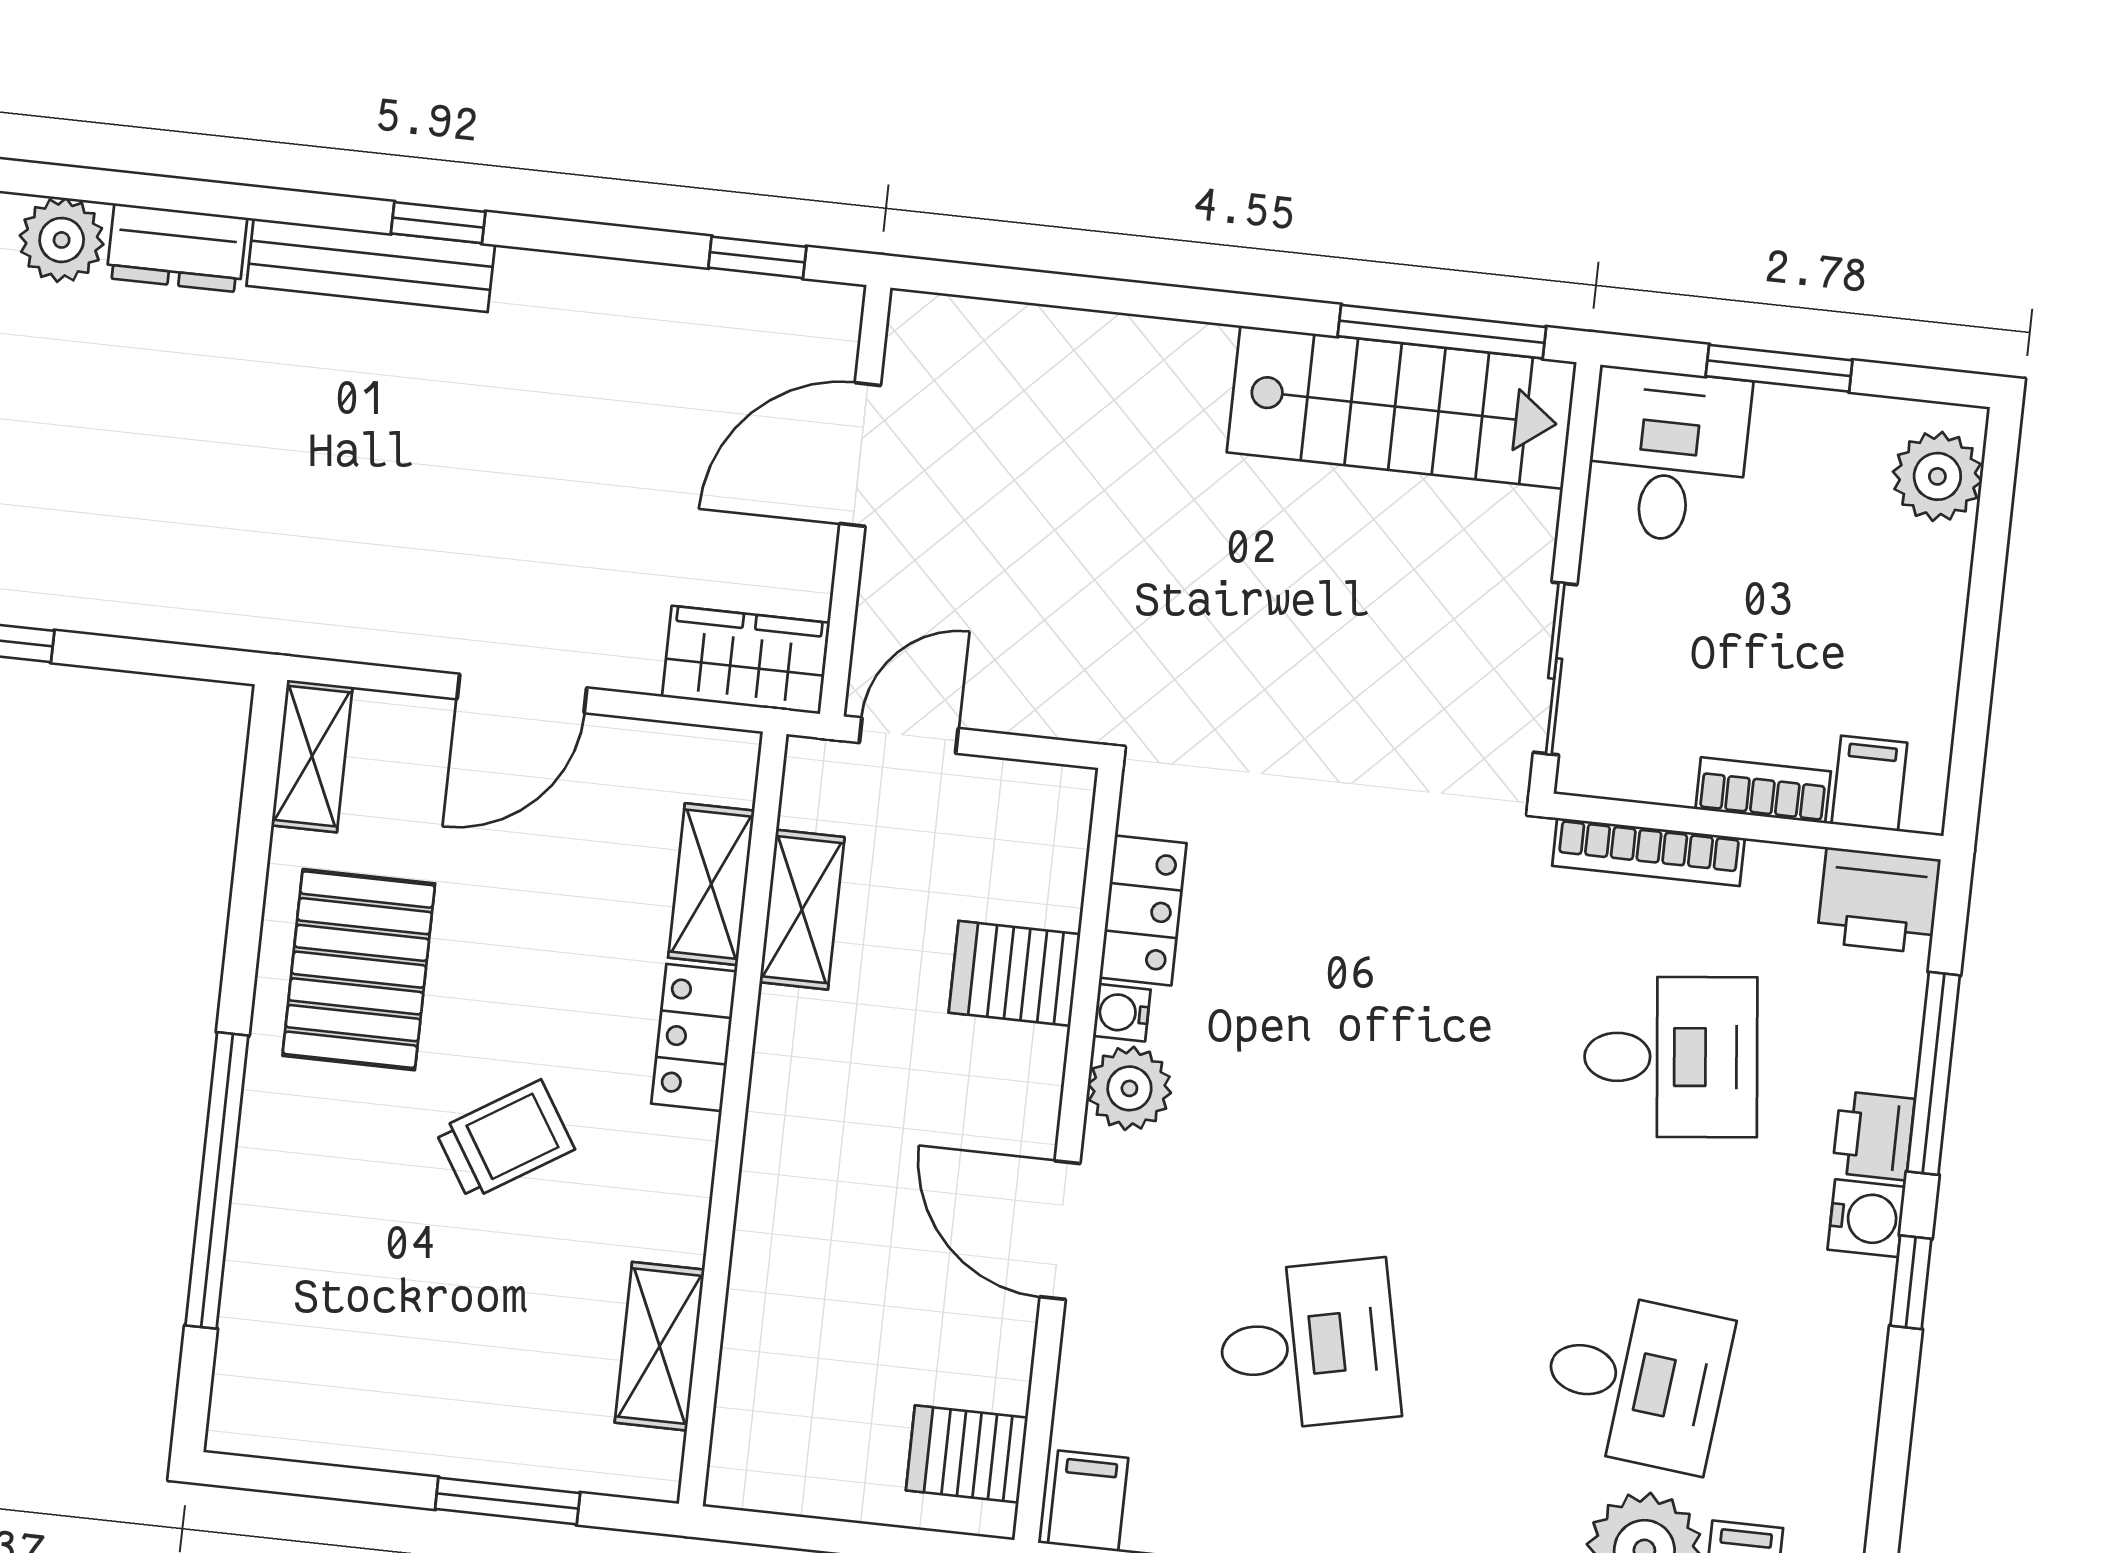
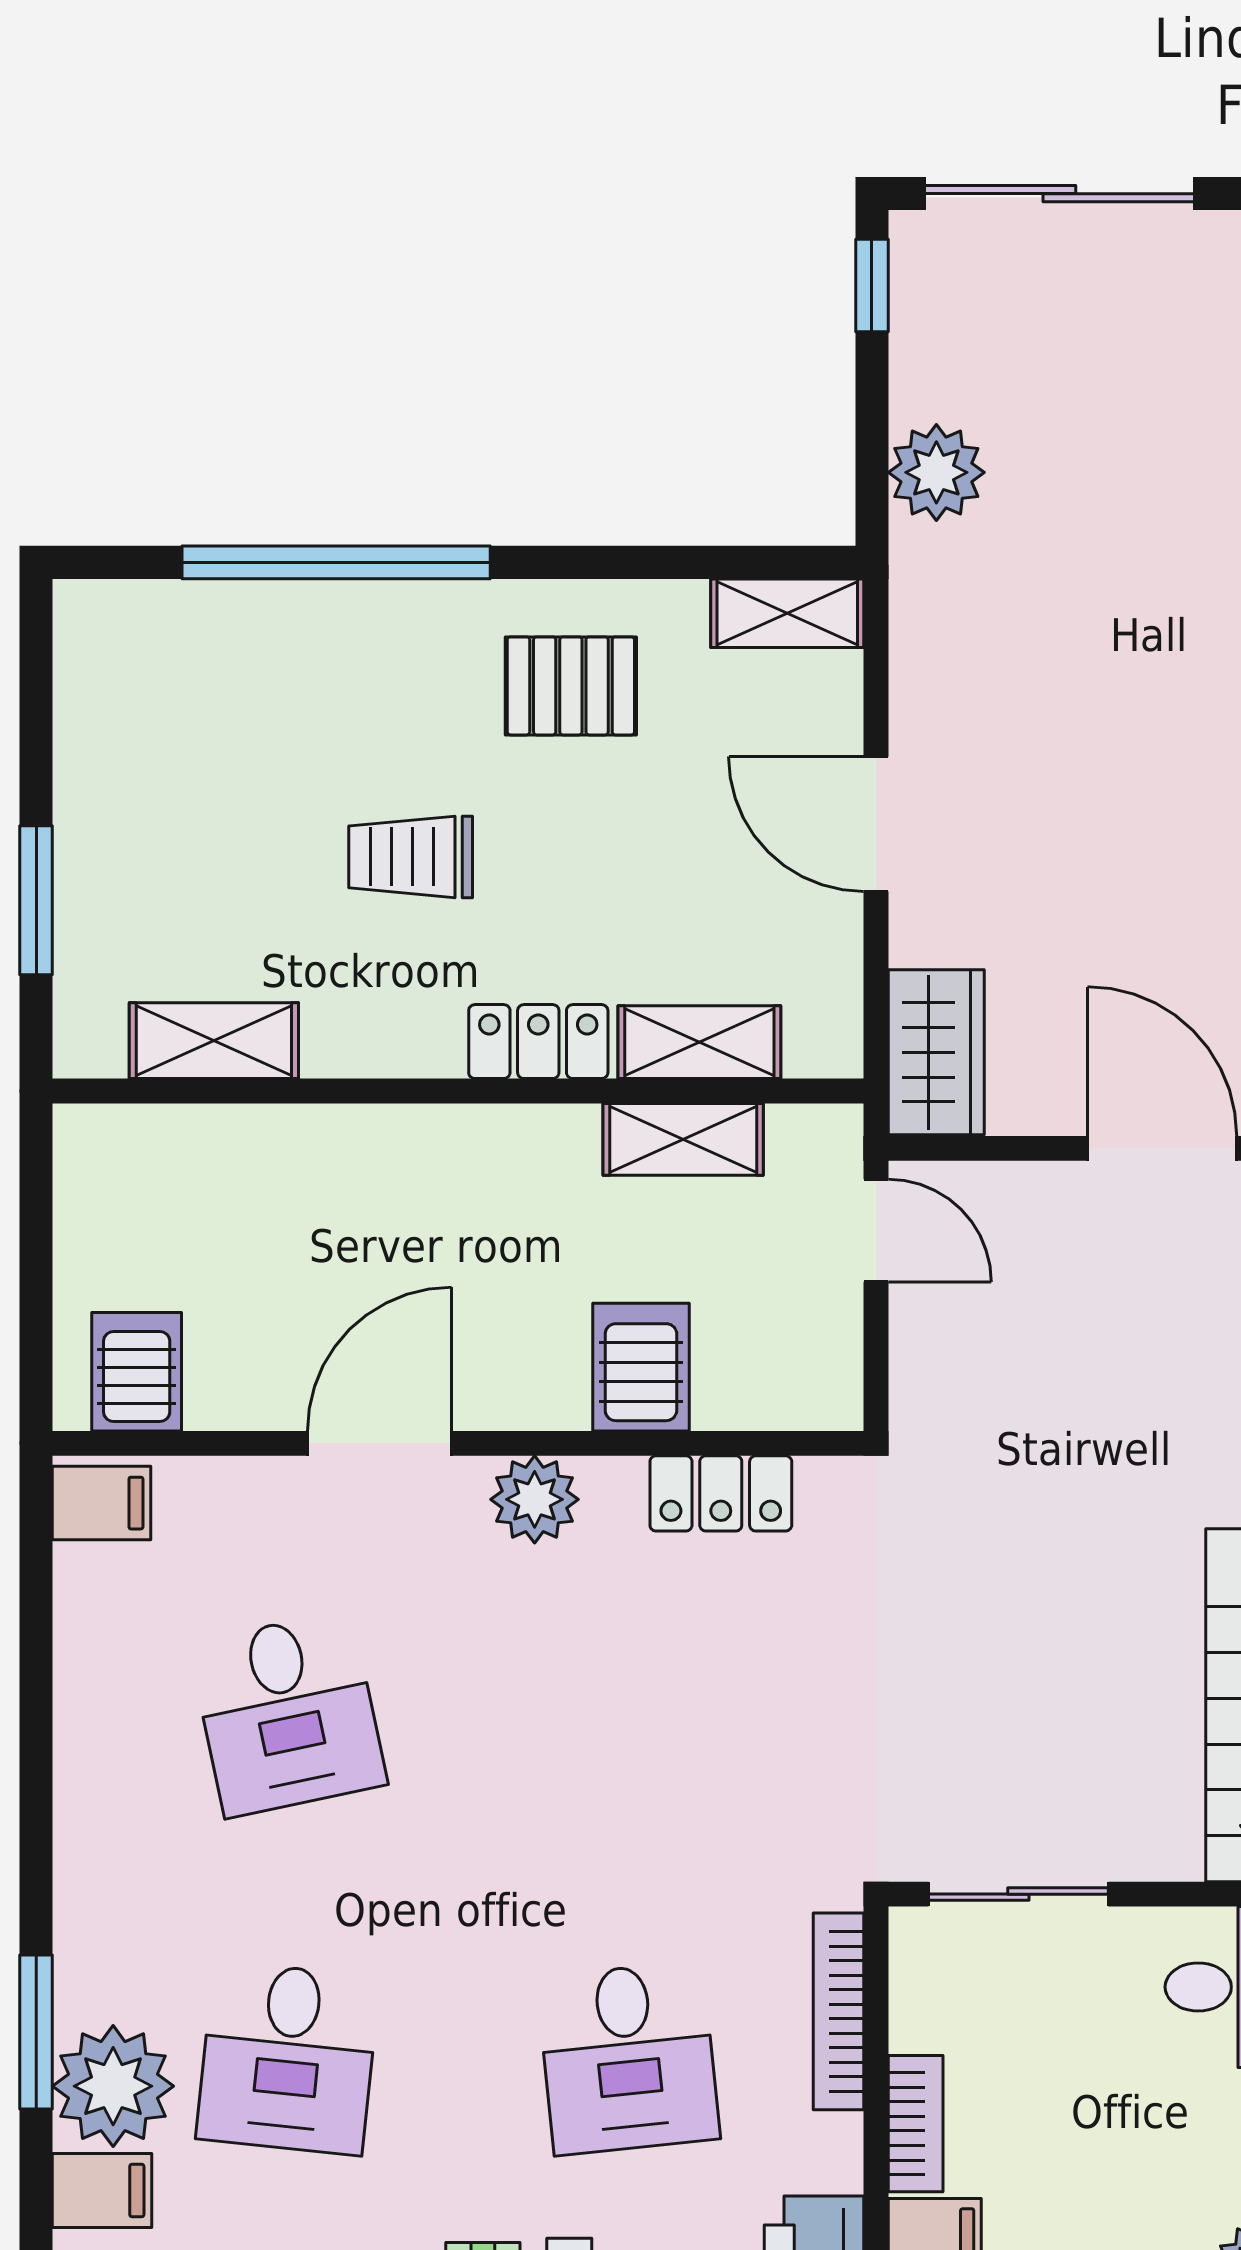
plant: (193, 600) -> (936, 472), added
pallet: (359, 970) -> (571, 686), width x0.67, depth x0.71
water cooler: (1122, 1013) -> (612, 1483), removed
trolley: (505, 1140) -> (411, 857), turned 122

